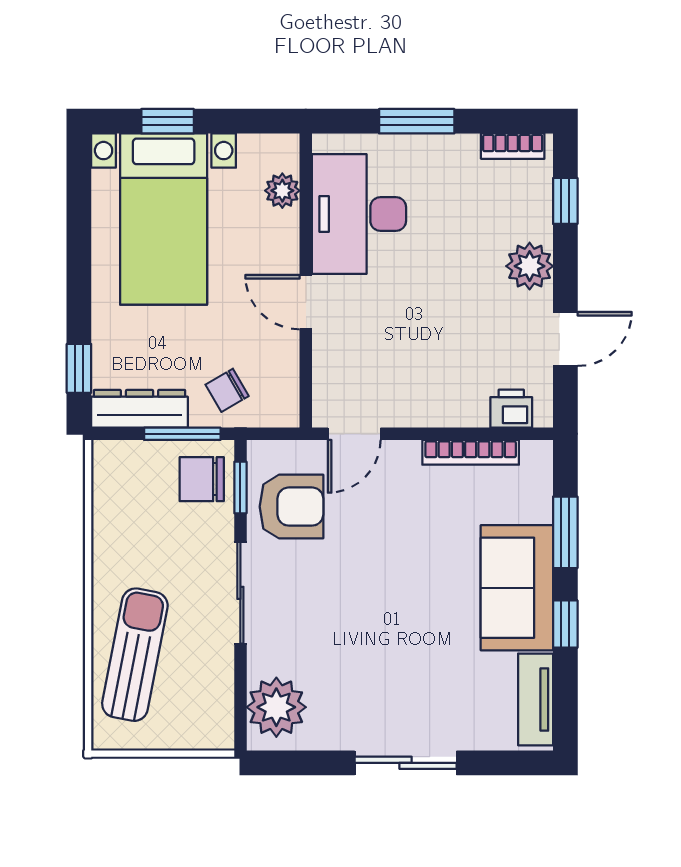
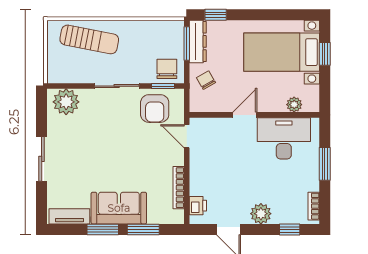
window: (182, 434) -> (187, 44), moved
window: (565, 624) -> (103, 229), width x1.50

